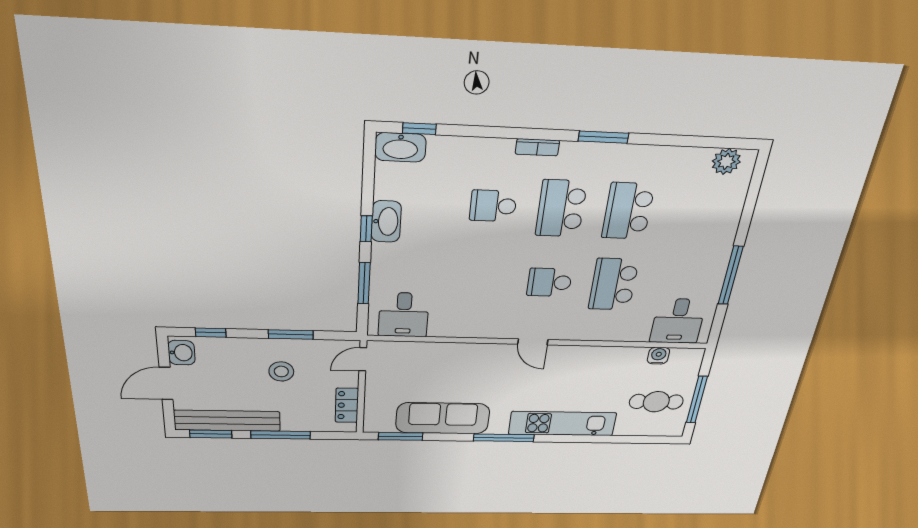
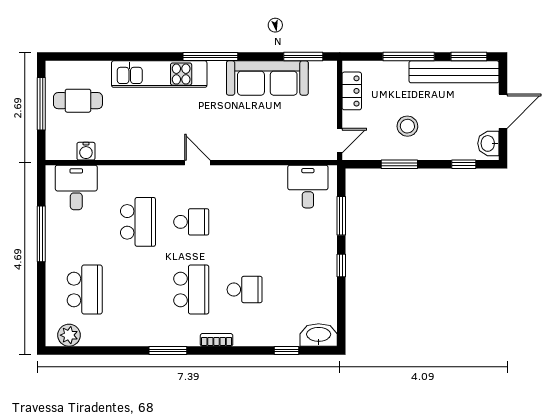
window: (419, 129) -> (286, 350), moved
school desk: (628, 211) -> (85, 290), moved
washbasin: (386, 221) -> (326, 273), removed

